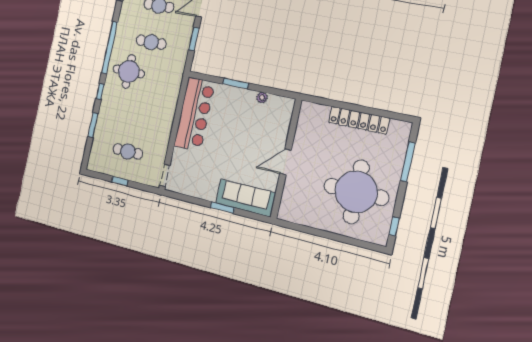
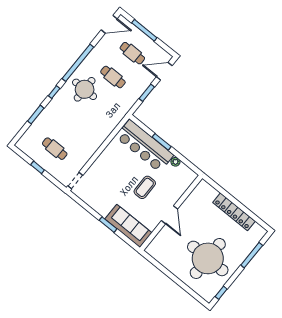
bar counter: (194, 114) -> (145, 146), moved, turned 90
coffee table: (242, 144) -> (145, 187), added
door: (285, 162) -> (170, 215), swing flipped

